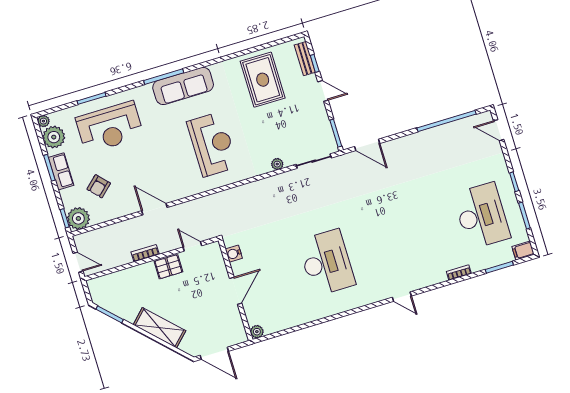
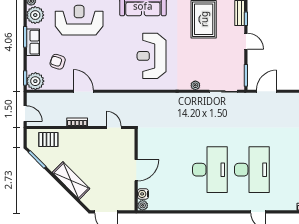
reception desk: (110, 127) -> (79, 20), turned 180
reception desk: (212, 144) -> (152, 56), turned 180
door: (367, 145) -> (267, 91), swing flipped
armchair: (99, 186) -> (58, 62), turned 61
door: (154, 209) -> (83, 91), moved
desk: (378, 247) -> (252, 170), added
water cooler: (234, 254) -> (143, 194), moved
pallet: (168, 267) -> (48, 140), moved

